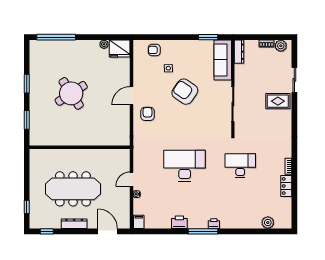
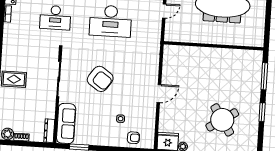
armchair: (185, 92) -> (100, 79), moved
round table: (71, 93) -> (222, 120), moved
armchair: (147, 114) -> (144, 75), removed
window: (27, 120) -> (264, 76), width x1.44

